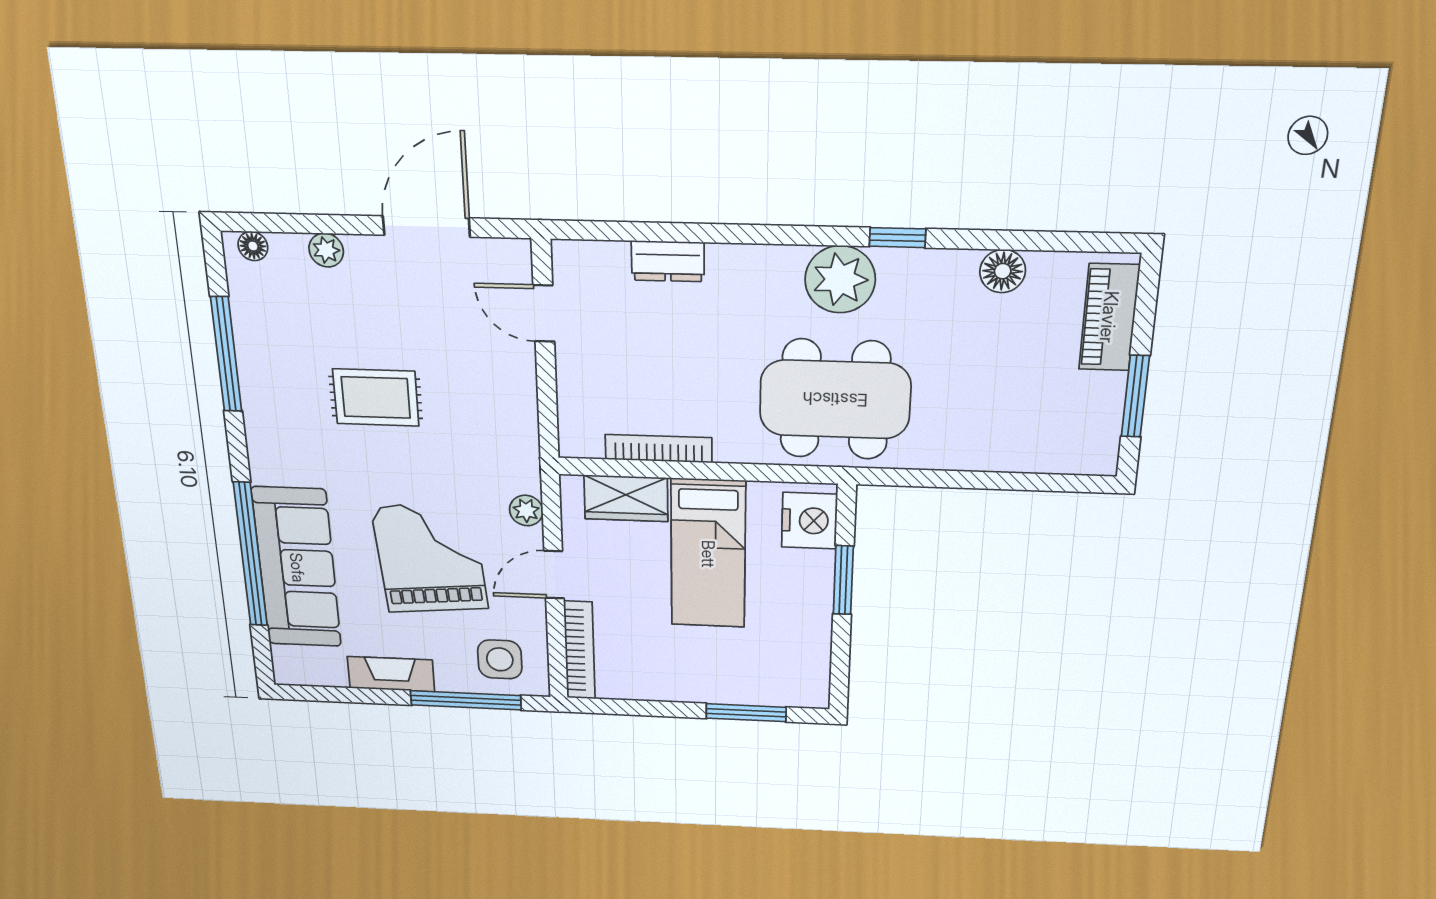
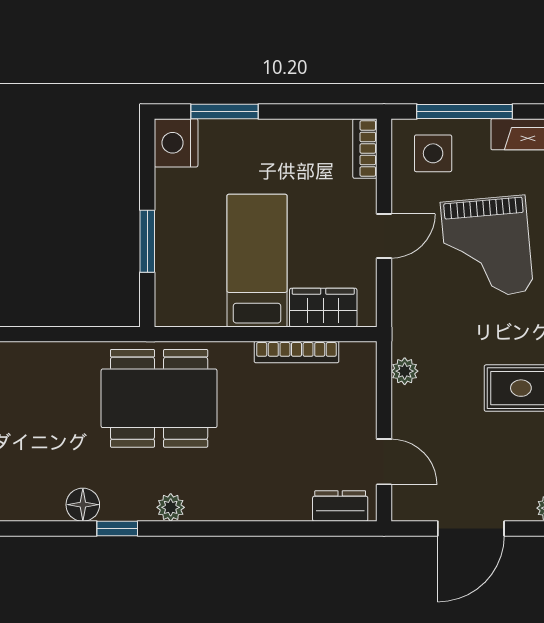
dresser: (668, 261) -> (340, 506), moved
floor lamp: (1003, 271) -> (83, 505), moved
plant: (840, 279) -> (171, 507), width x0.53, depth x0.53
plant: (526, 510) -> (405, 371), moved
nightstand: (809, 521) -> (176, 143), moved
bookcase: (579, 650) -> (365, 148), width x0.64

